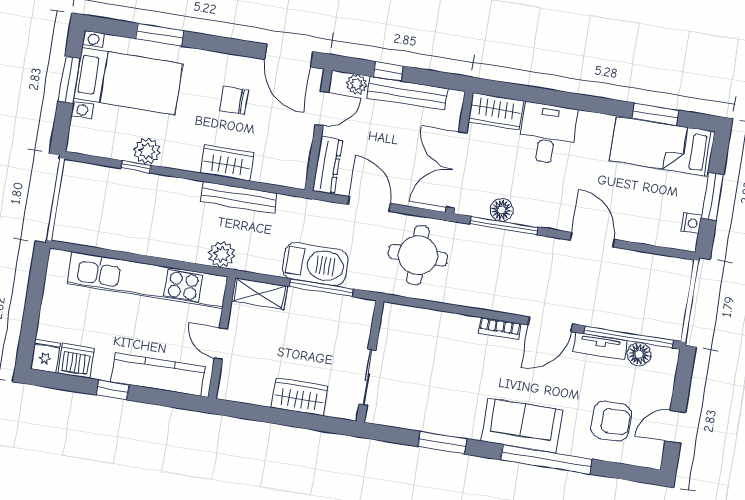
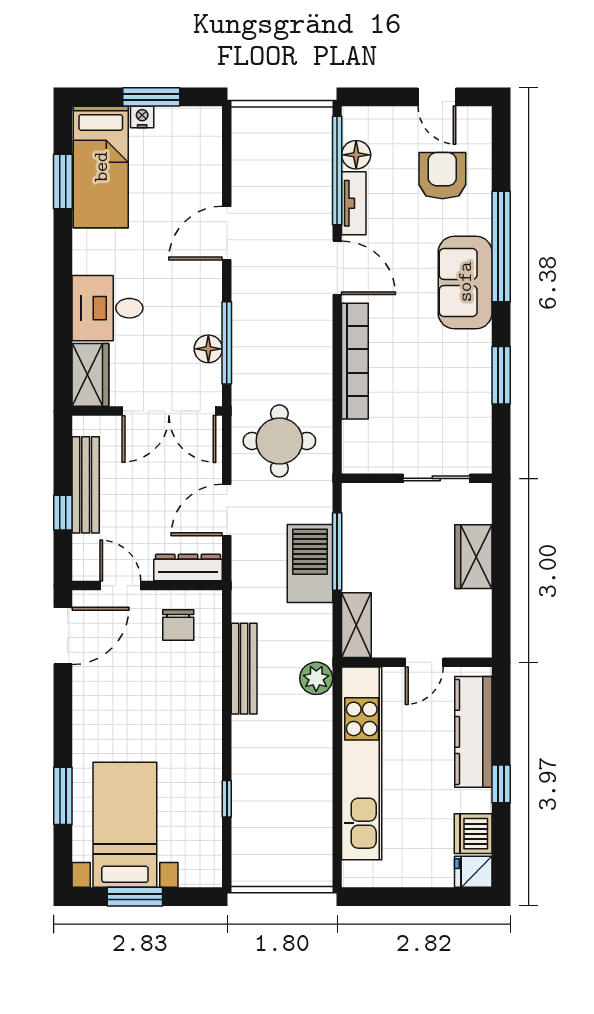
plant: (357, 84) -> (85, 548), removed
chair: (234, 100) -> (178, 625), moved
plant: (147, 151) -> (206, 789), removed
wardrobe: (227, 163) -> (205, 689), removed
nightstand: (691, 223) -> (142, 117), moved
bookcase: (500, 328) -> (355, 361), width x2.31, depth x1.31

